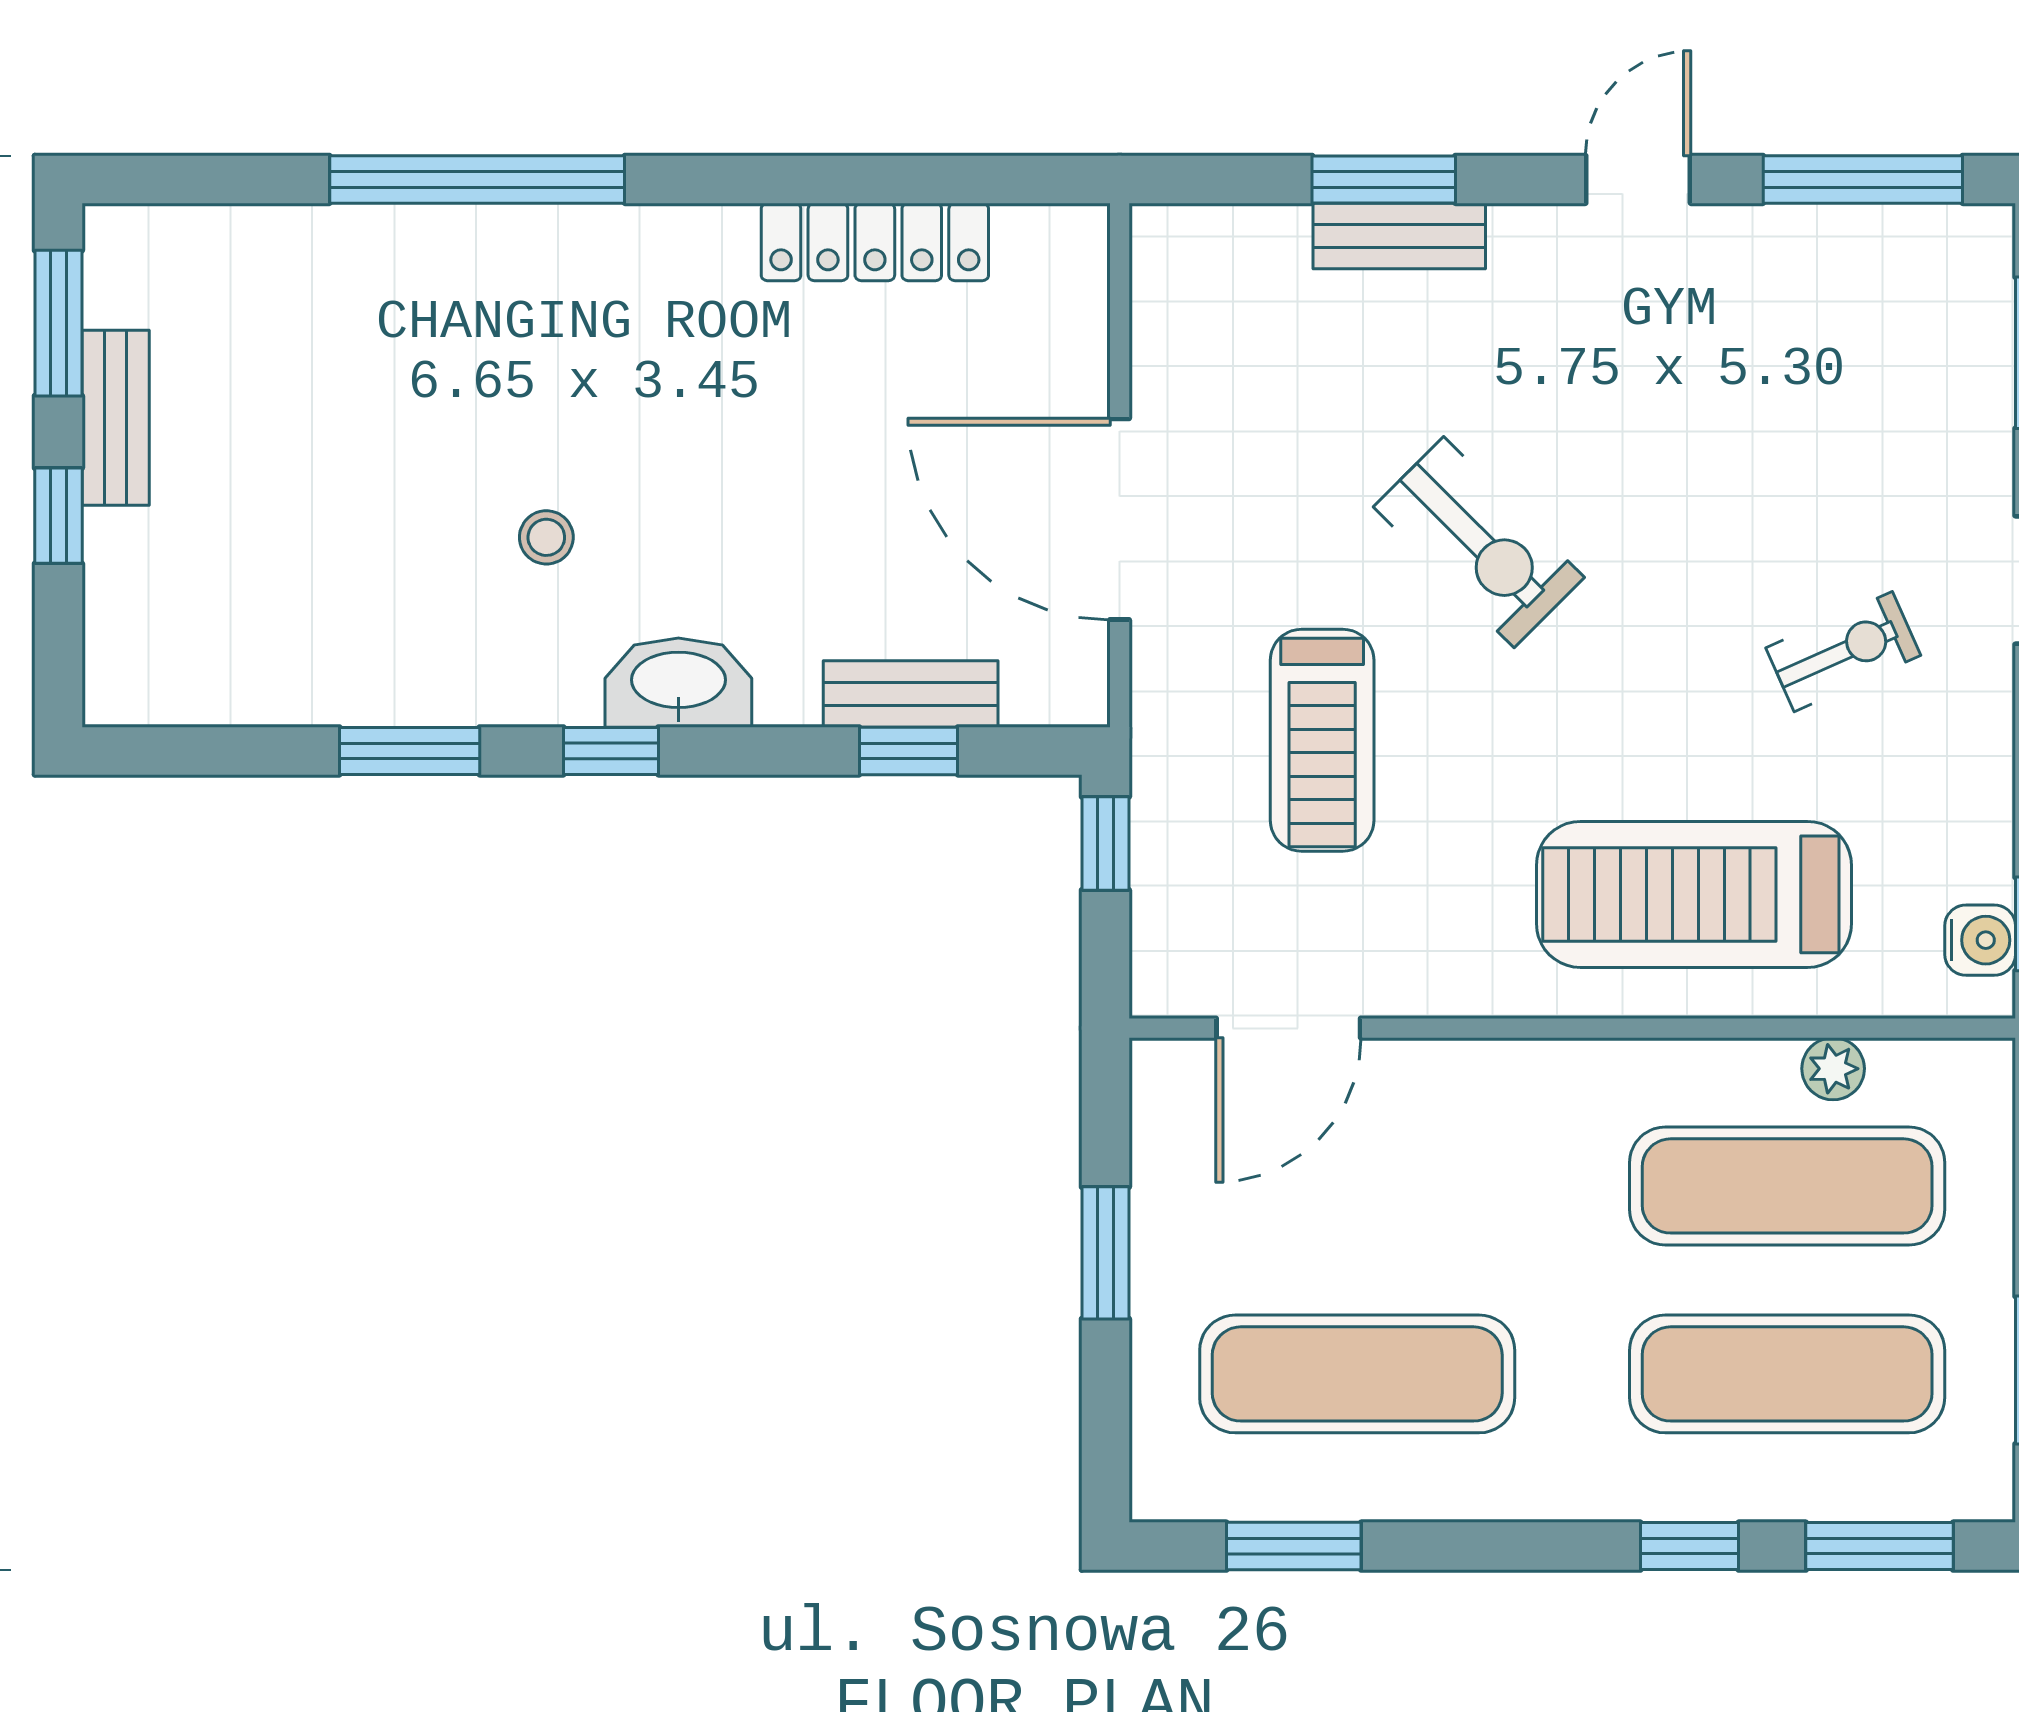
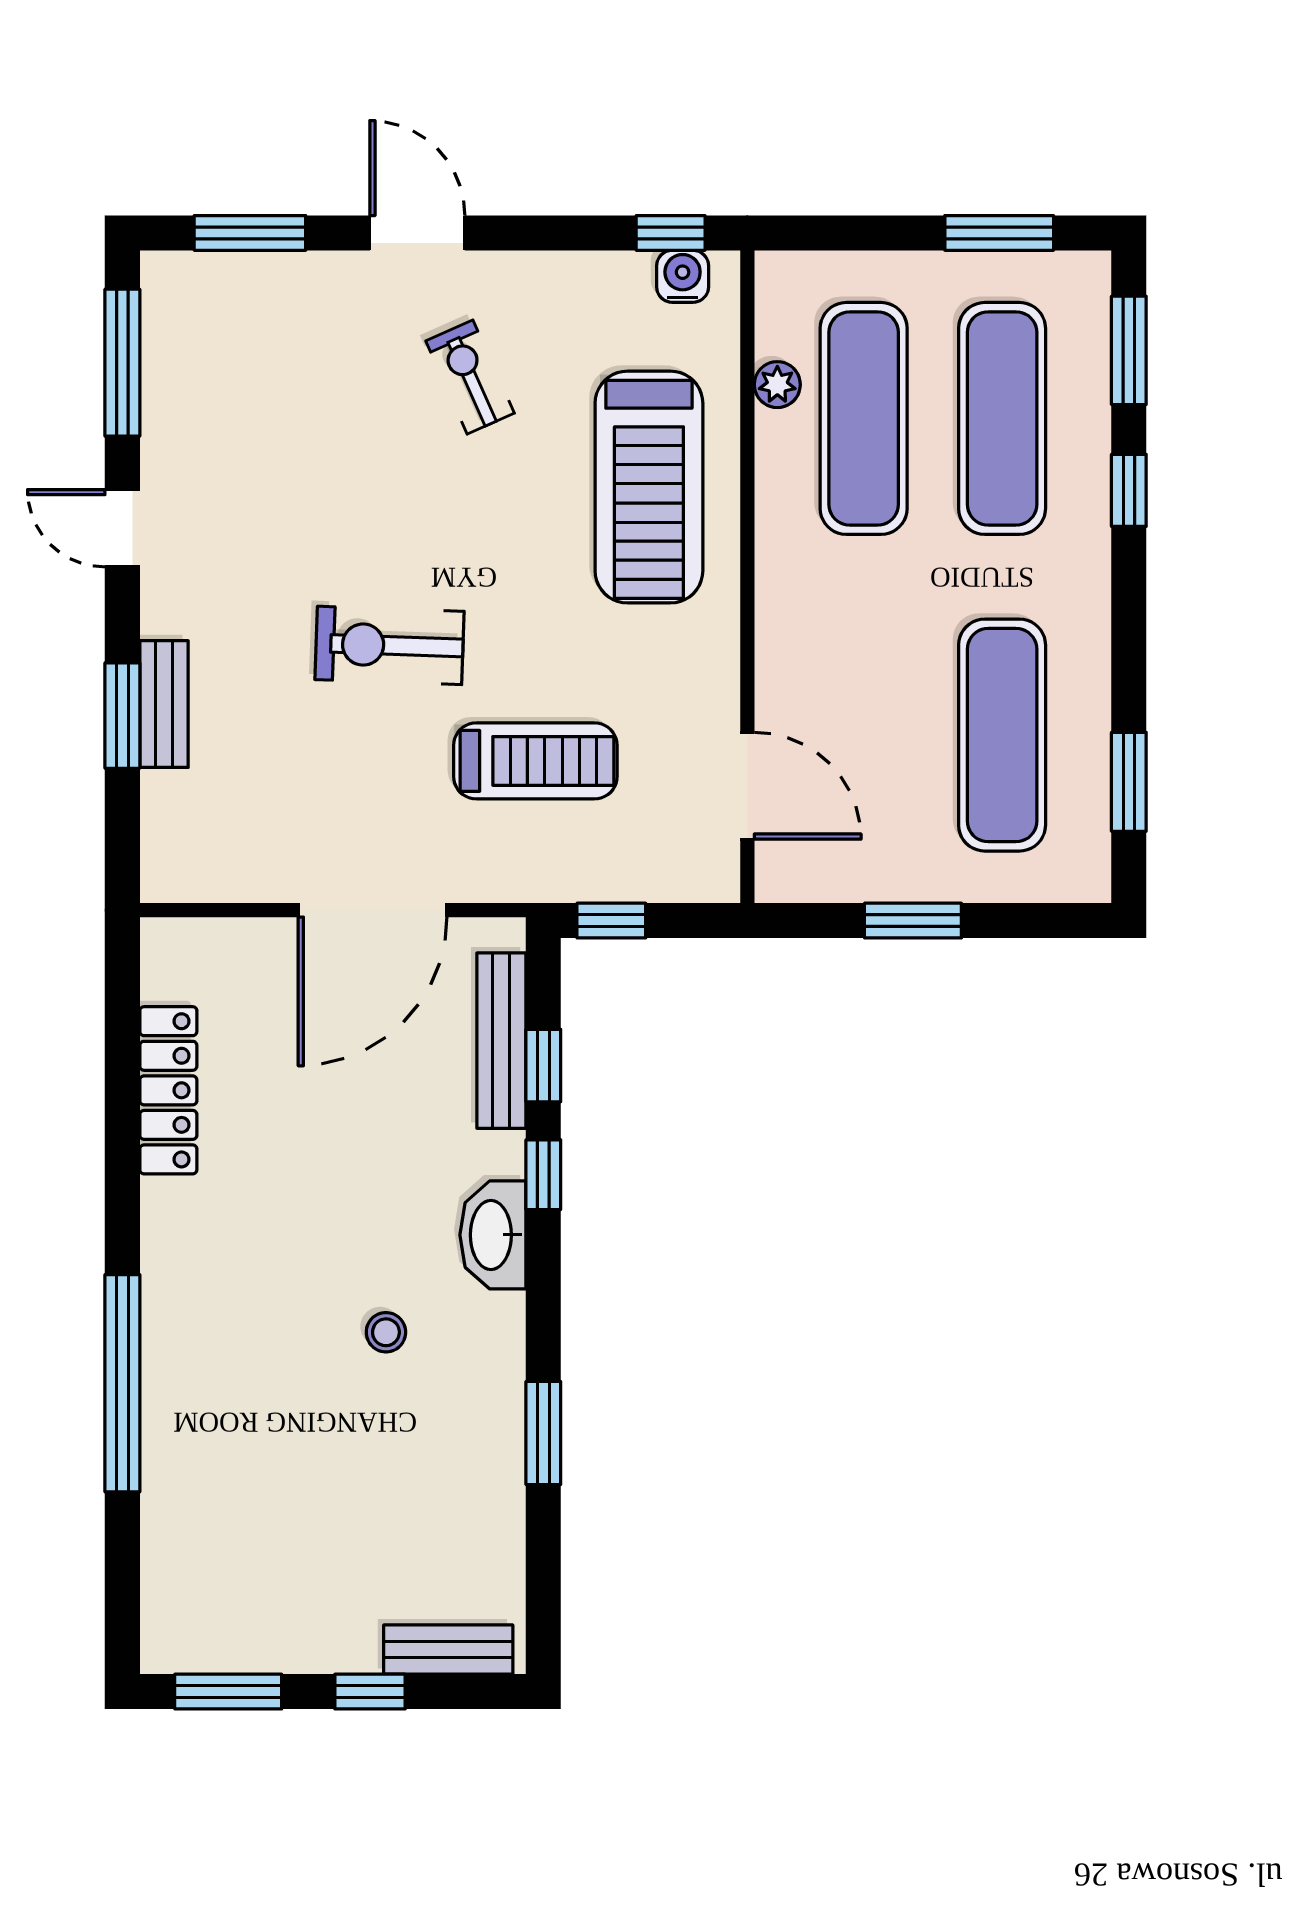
bench: (116, 418) -> (448, 1650), moved
exercise bike: (1479, 542) -> (390, 645), turned -133
bench: (911, 694) -> (501, 1041), width x1.36
window: (611, 751) -> (543, 1175), moved

